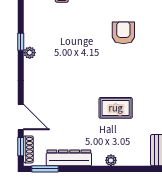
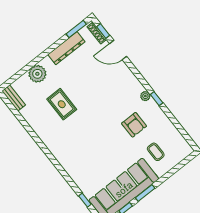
armchair: (123, 33) -> (134, 125), moved
rug: (116, 108) -> (62, 104), turned 90
plant: (111, 160) -> (37, 74), width x1.87, depth x1.87

